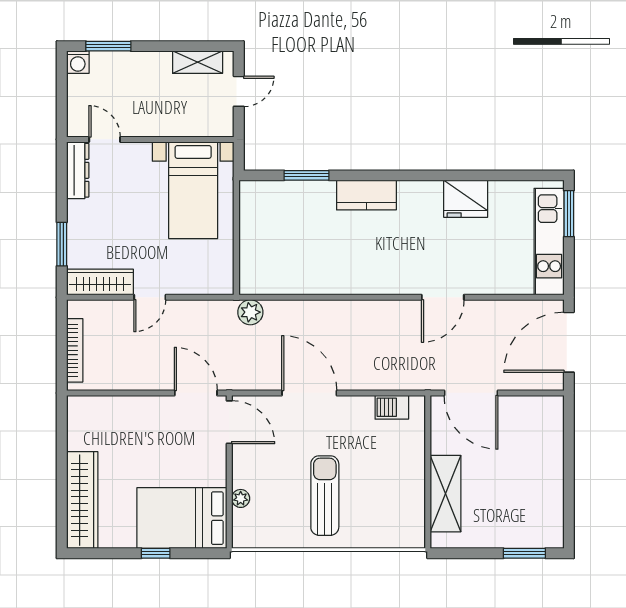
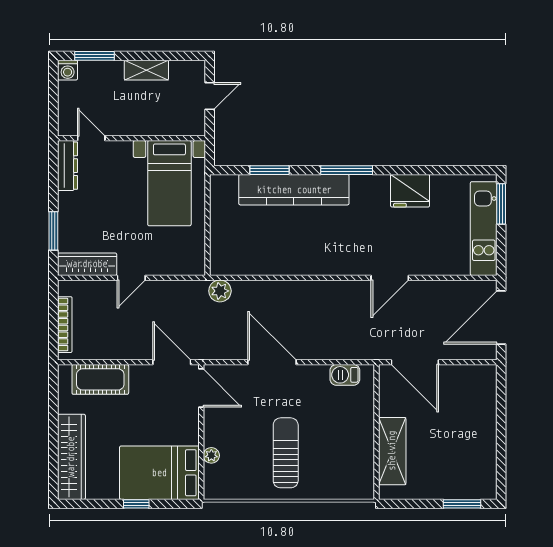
shelving: (198, 62) -> (146, 70), moved
window: (394, 175) -> (347, 170), added
kitchen counter: (366, 195) -> (294, 190), width x2.08, depth x1.17
cot: (115, 412) -> (100, 379), added

